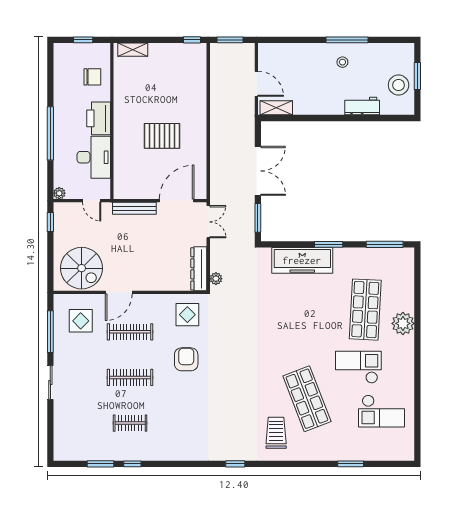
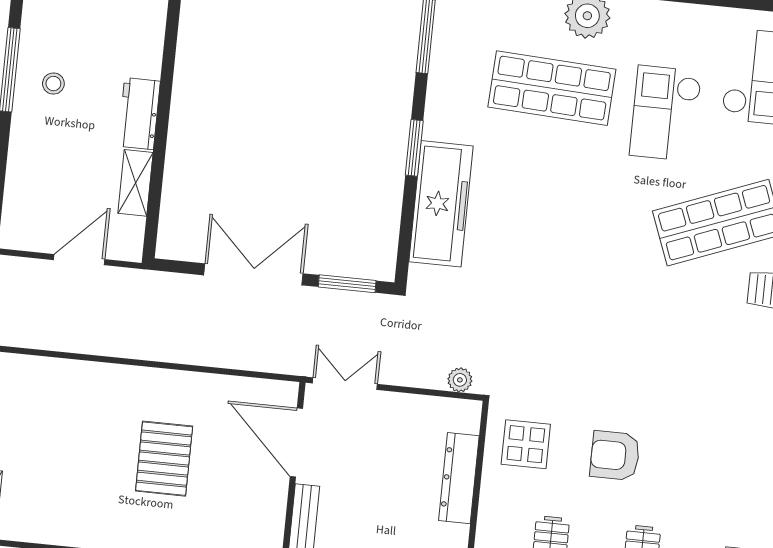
workbench: (362, 106) -> (139, 114), moved
shelving: (276, 108) -> (135, 183), moved
dresser: (199, 269) -> (459, 478), moved, turned 90

